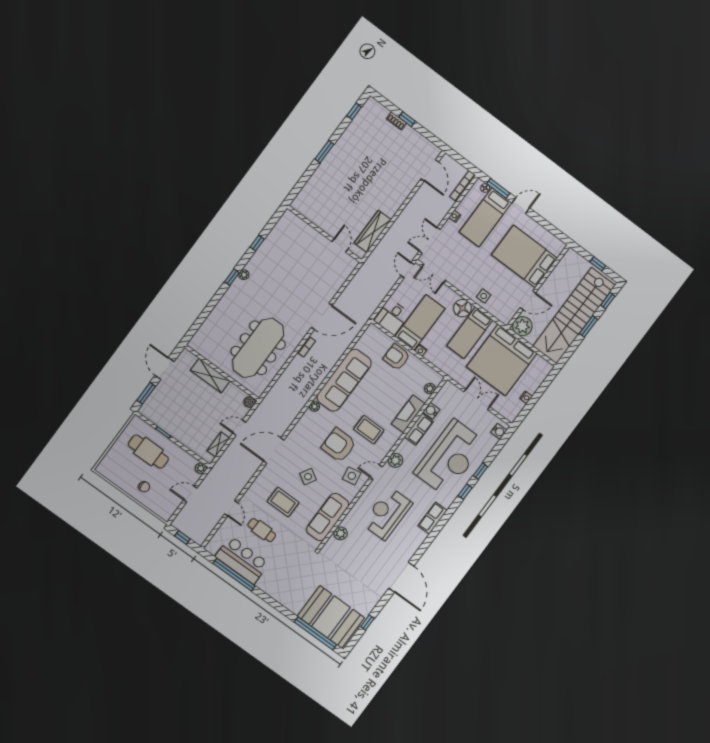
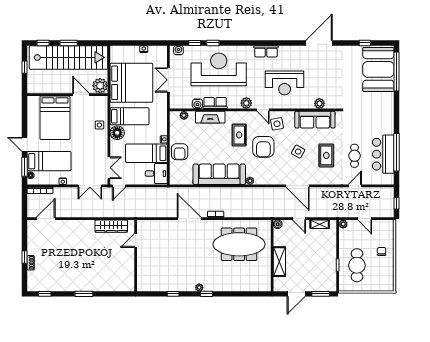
window: (465, 492) -> (195, 43), moved

